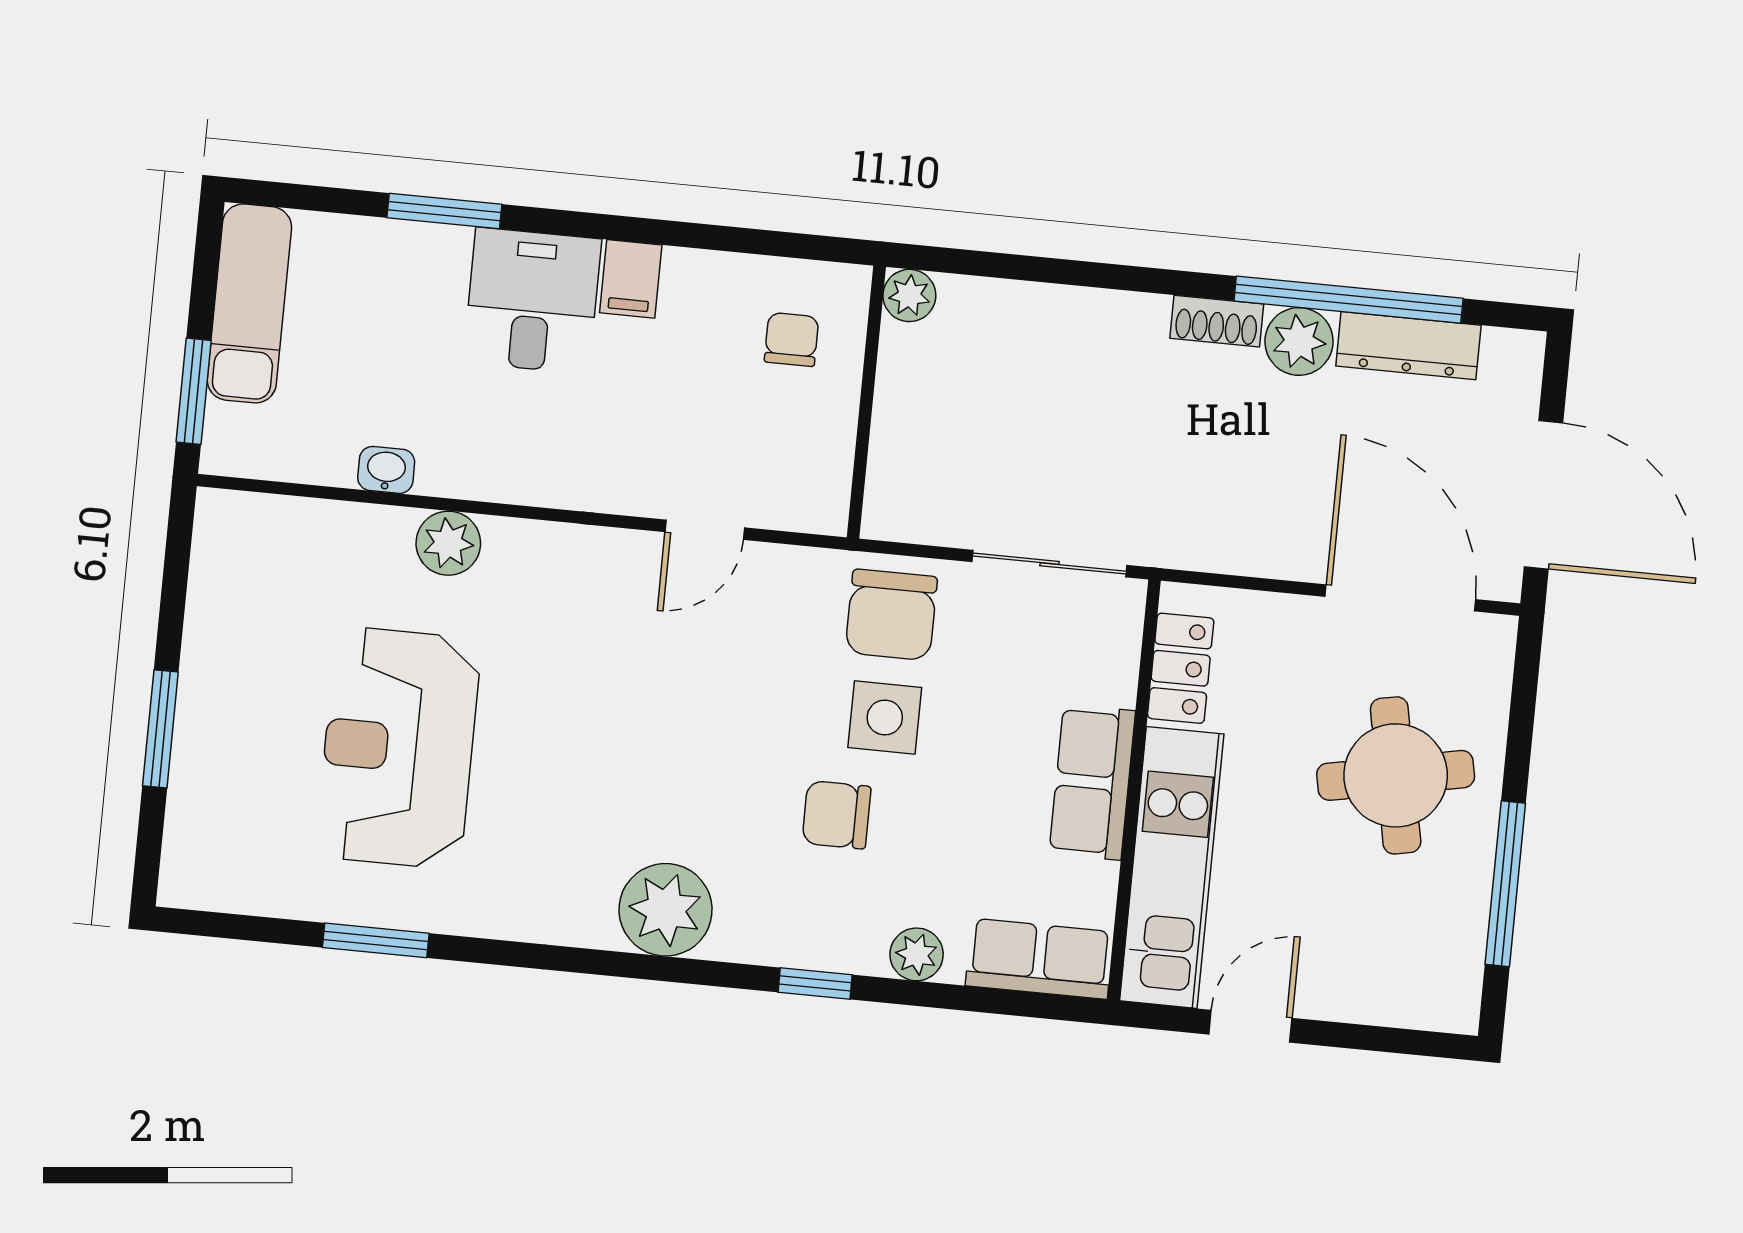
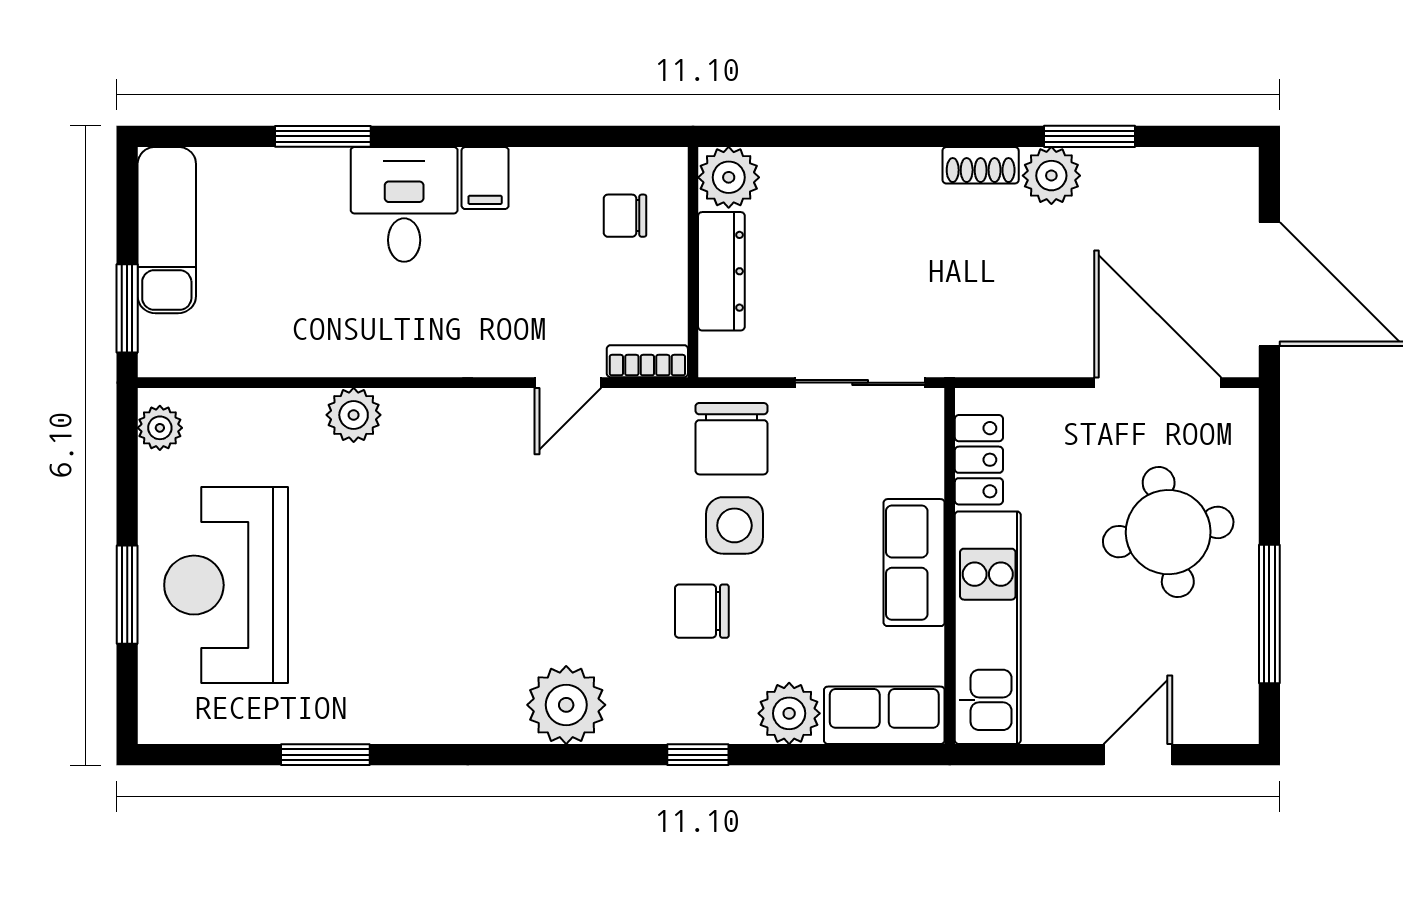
plant: (909, 295) -> (729, 177), width x1.38, depth x1.38
window: (1349, 300) -> (1090, 136), width x0.47
chair: (792, 339) -> (625, 216), turned -90
dresser: (1408, 346) -> (721, 271), moved, turned -90
washbasin: (386, 470) -> (295, 359), removed
bookcase: (801, 514) -> (647, 361), added
plant: (218, 536) -> (160, 428), added
reception desk: (398, 748) -> (226, 585), moved
plant: (917, 954) -> (789, 713), width x1.38, depth x1.38
door: (1250, 1026) -> (1138, 755), moved

